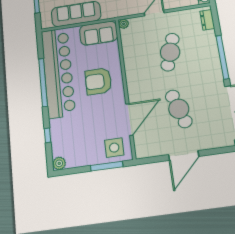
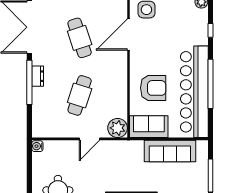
dresser: (207, 20) -> (38, 76), moved
plant: (124, 24) -> (118, 128), width x1.88, depth x1.88
armchair: (98, 81) -> (153, 88), moved

